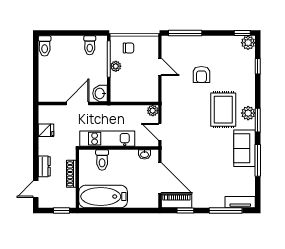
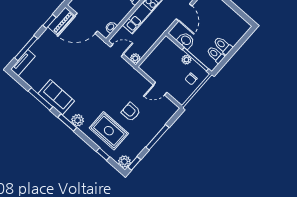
window: (185, 33) -> (157, 137), moved
toilet: (45, 46) -> (223, 46), moved
washbasin: (100, 93) -> (186, 41), moved
rug: (223, 110) -> (109, 131), moved

